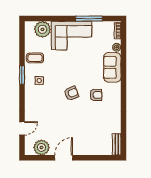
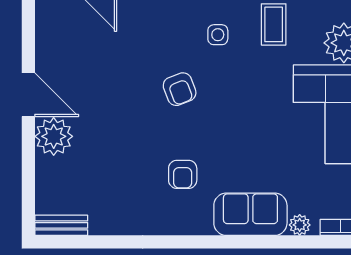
armchair: (71, 93) -> (180, 89), moved
plant: (41, 147) -> (54, 136), moved

